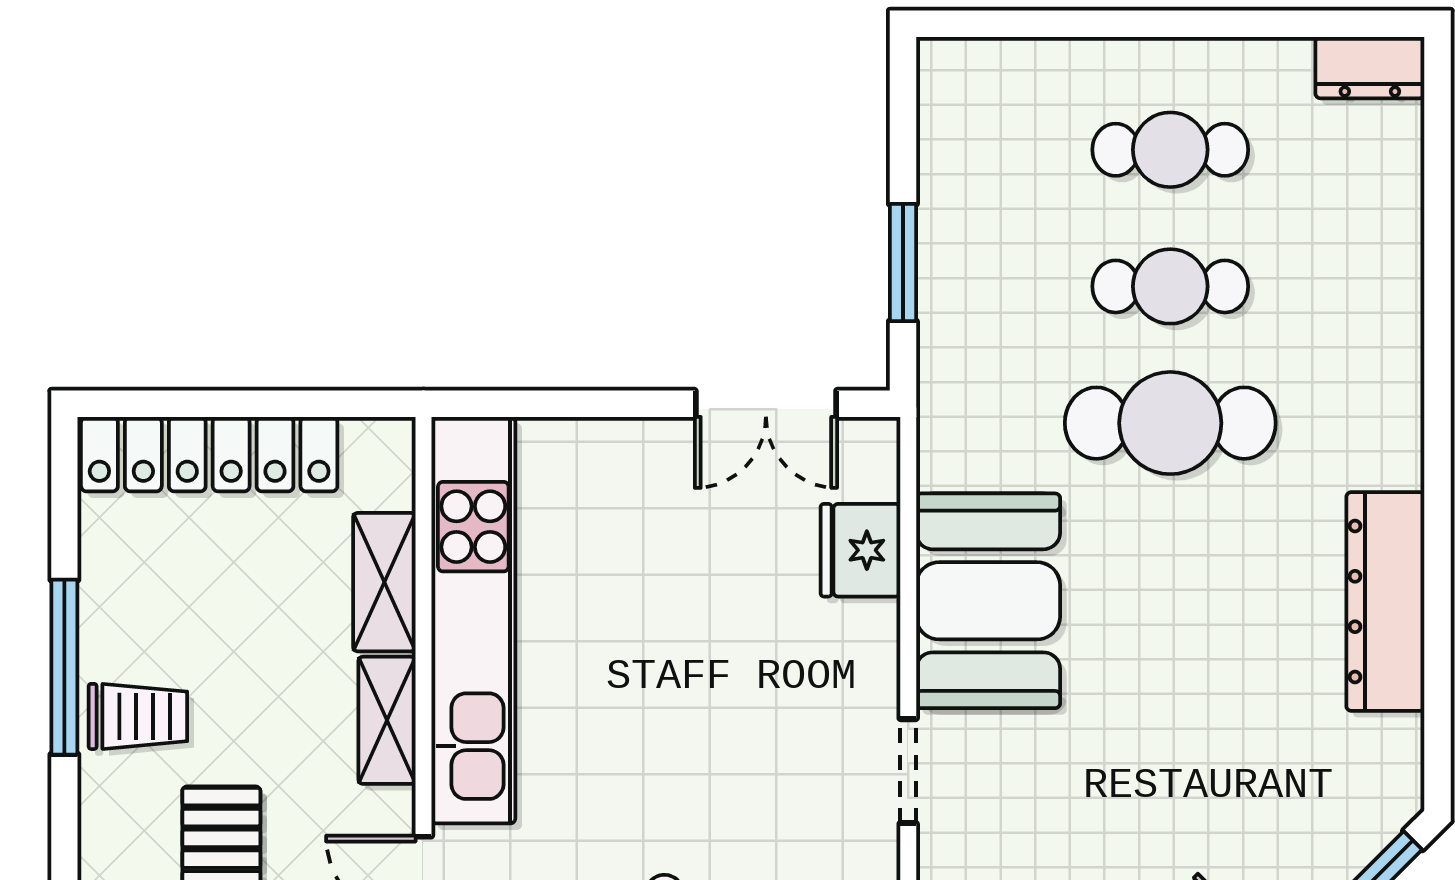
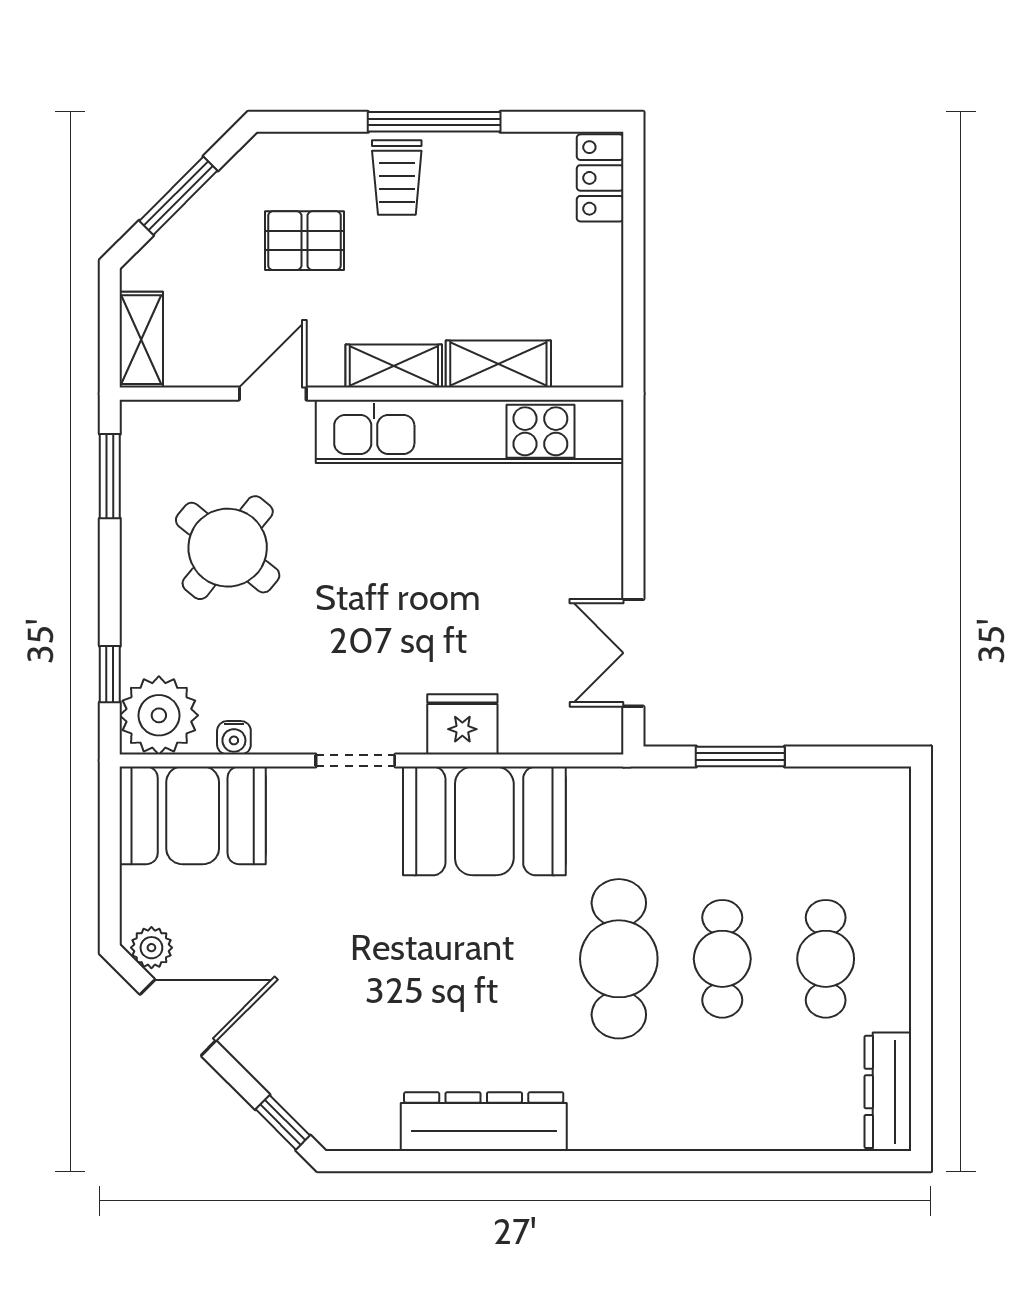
dresser: (1370, 68) -> (888, 1092), width x1.44
locker: (209, 454) -> (600, 178), width x0.46, depth x0.83
fridge: (860, 550) -> (462, 724), moved

